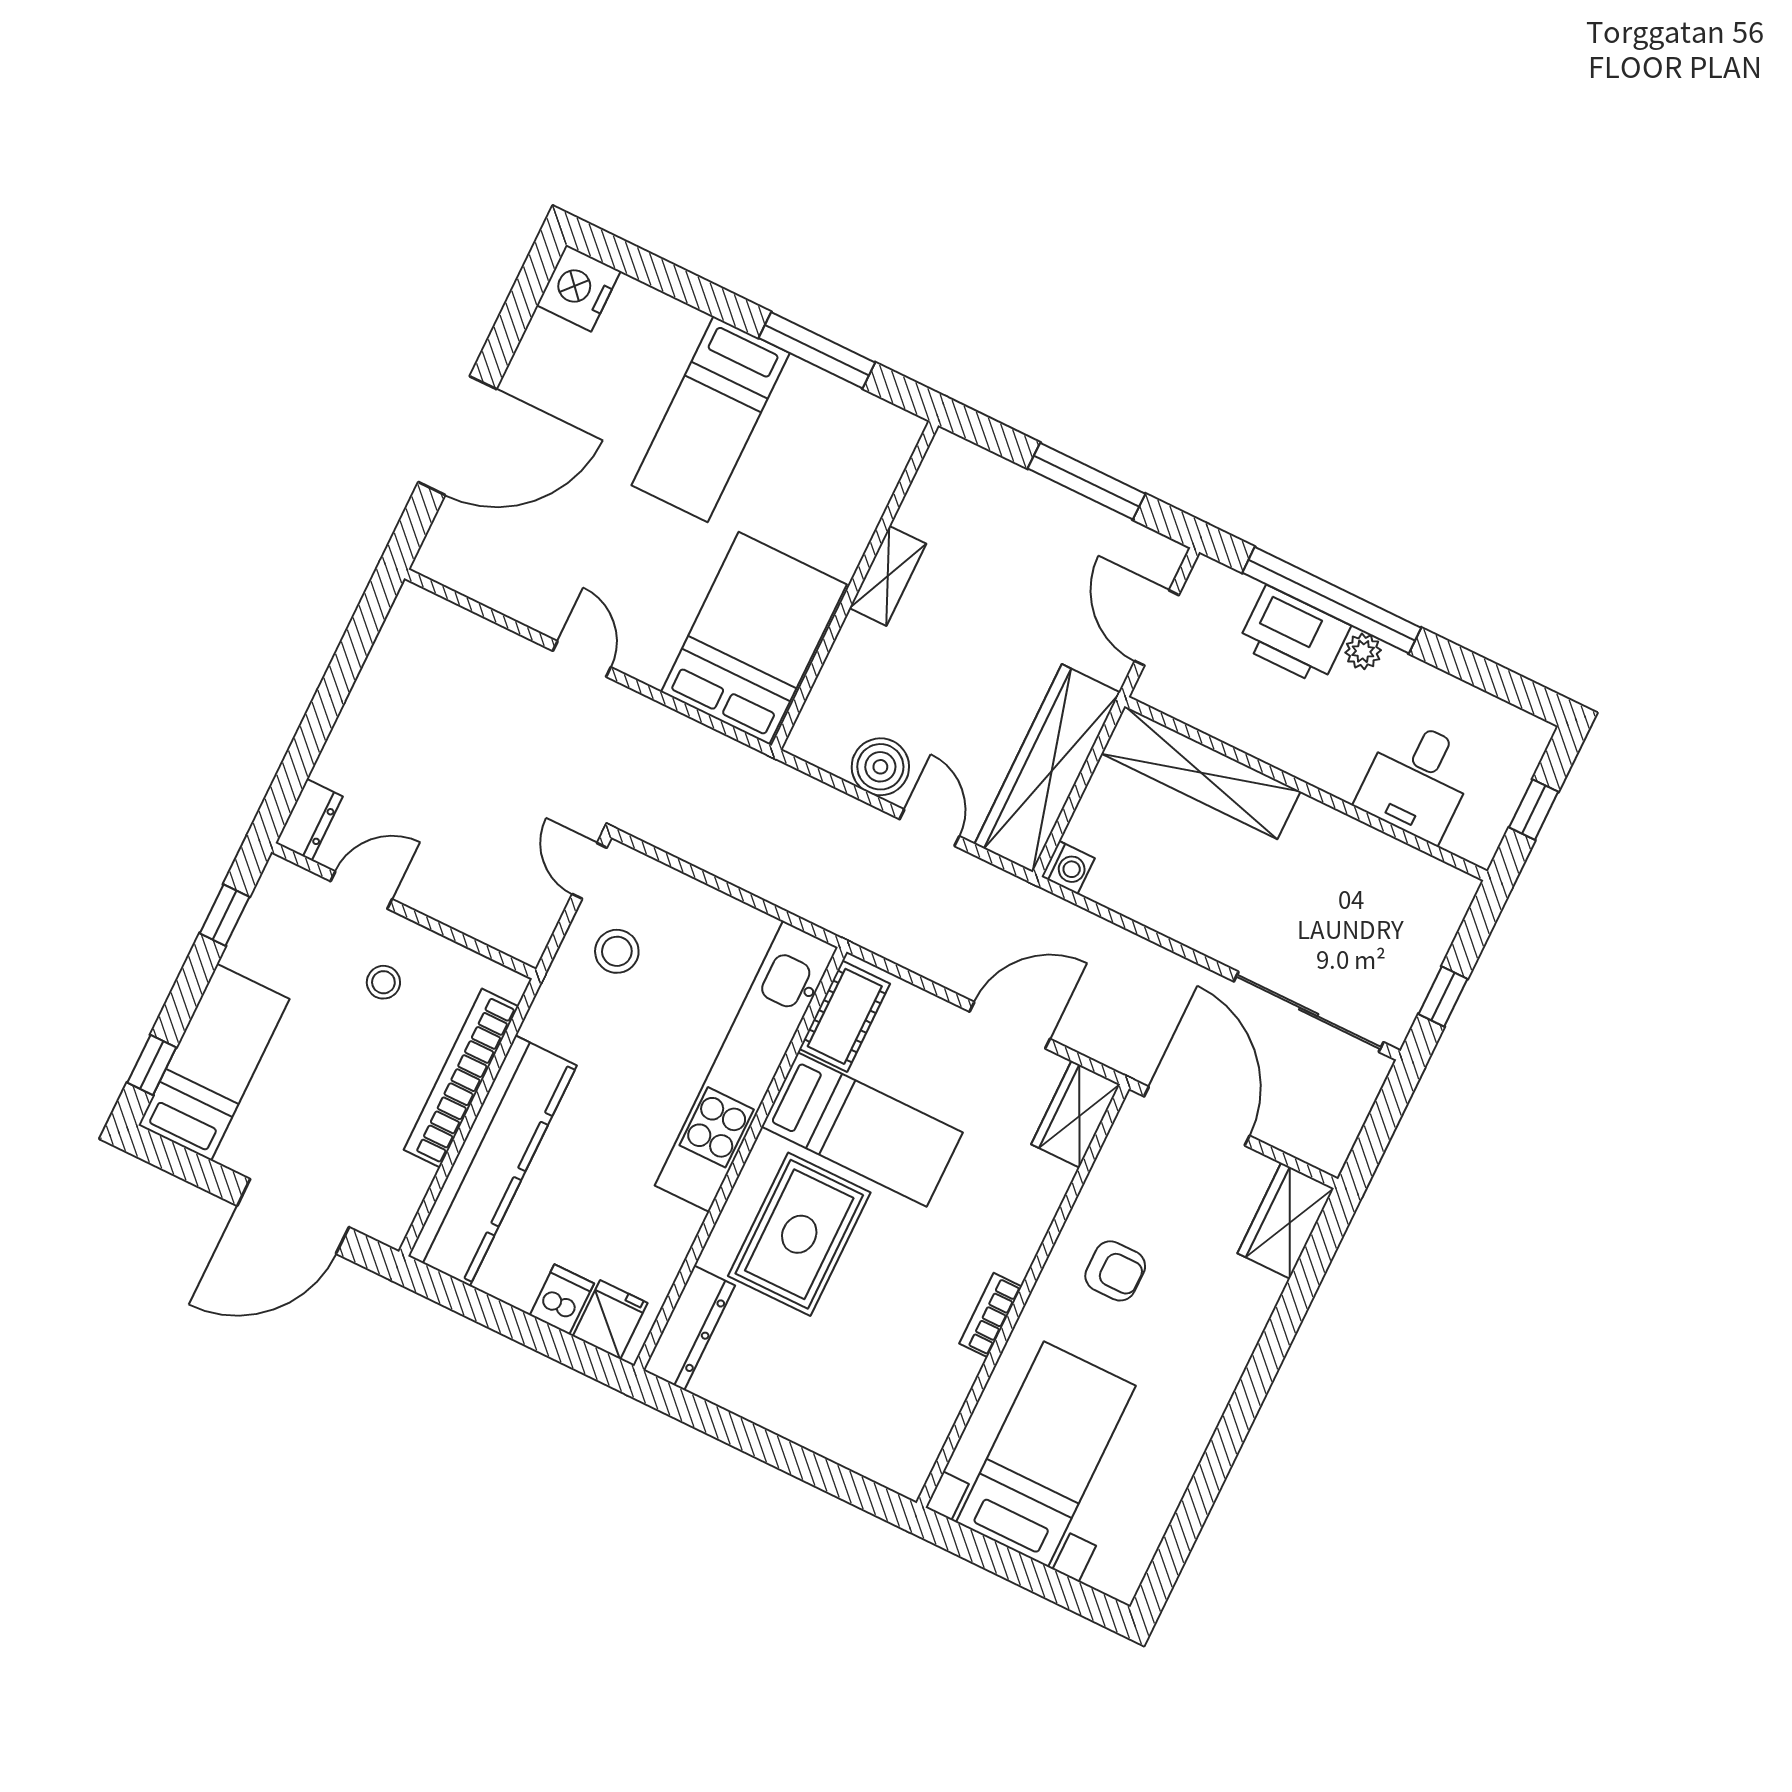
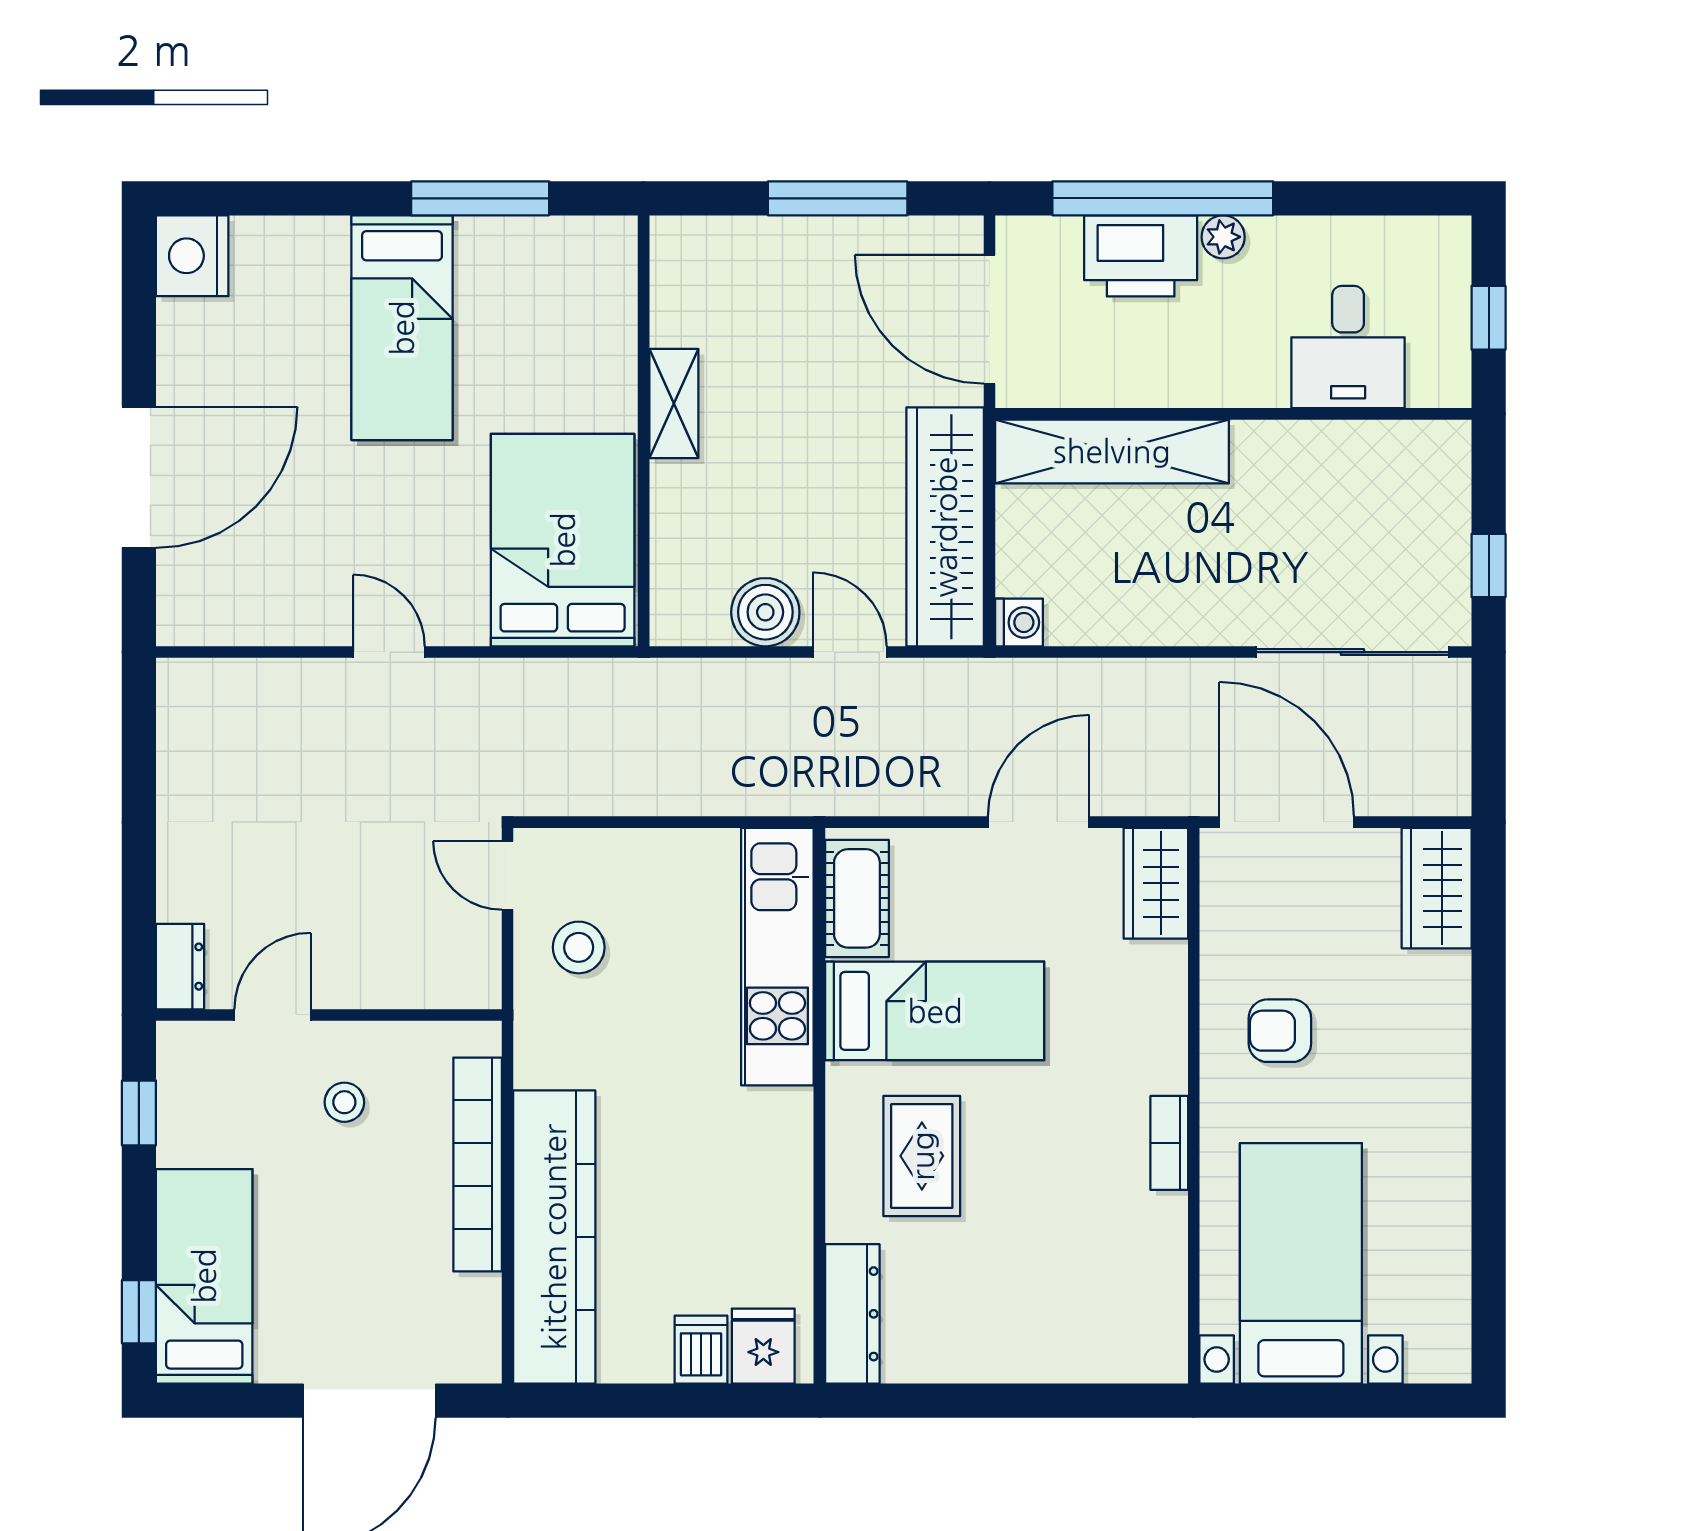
door: (1157, 628) -> (990, 319), width x1.36
kitchen unit: (746, 1066) -> (777, 957), width x0.73
rug: (799, 1234) -> (922, 1156), width x0.73, depth x0.70
armchair: (1115, 1271) -> (1280, 1031), turned 180

